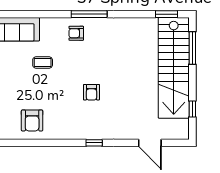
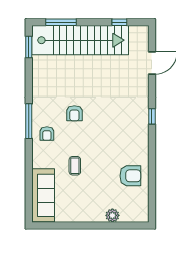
armchair: (91, 92) -> (74, 113), moved, turned 90

